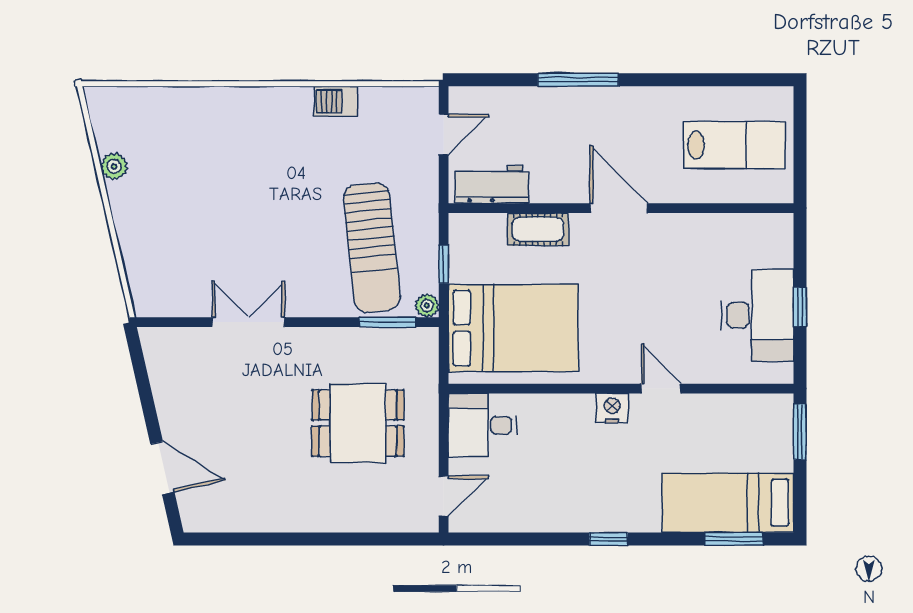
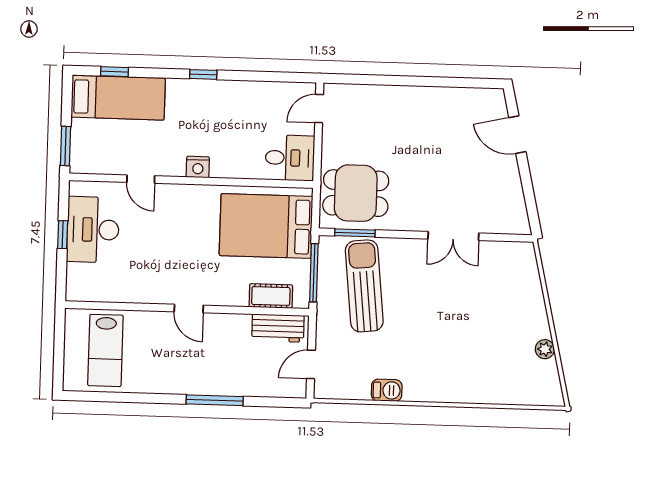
lab bench: (734, 145) -> (105, 350), turned -90
door: (619, 208) -> (189, 308), width x0.73
cot: (538, 229) -> (271, 296), moved
window: (444, 264) -> (314, 273), width x2.17
plant: (427, 305) -> (327, 244), removed
door: (661, 389) -> (141, 179), moved
dining table: (358, 423) -> (356, 193), moved
window: (734, 539) -> (115, 72), width x0.67

